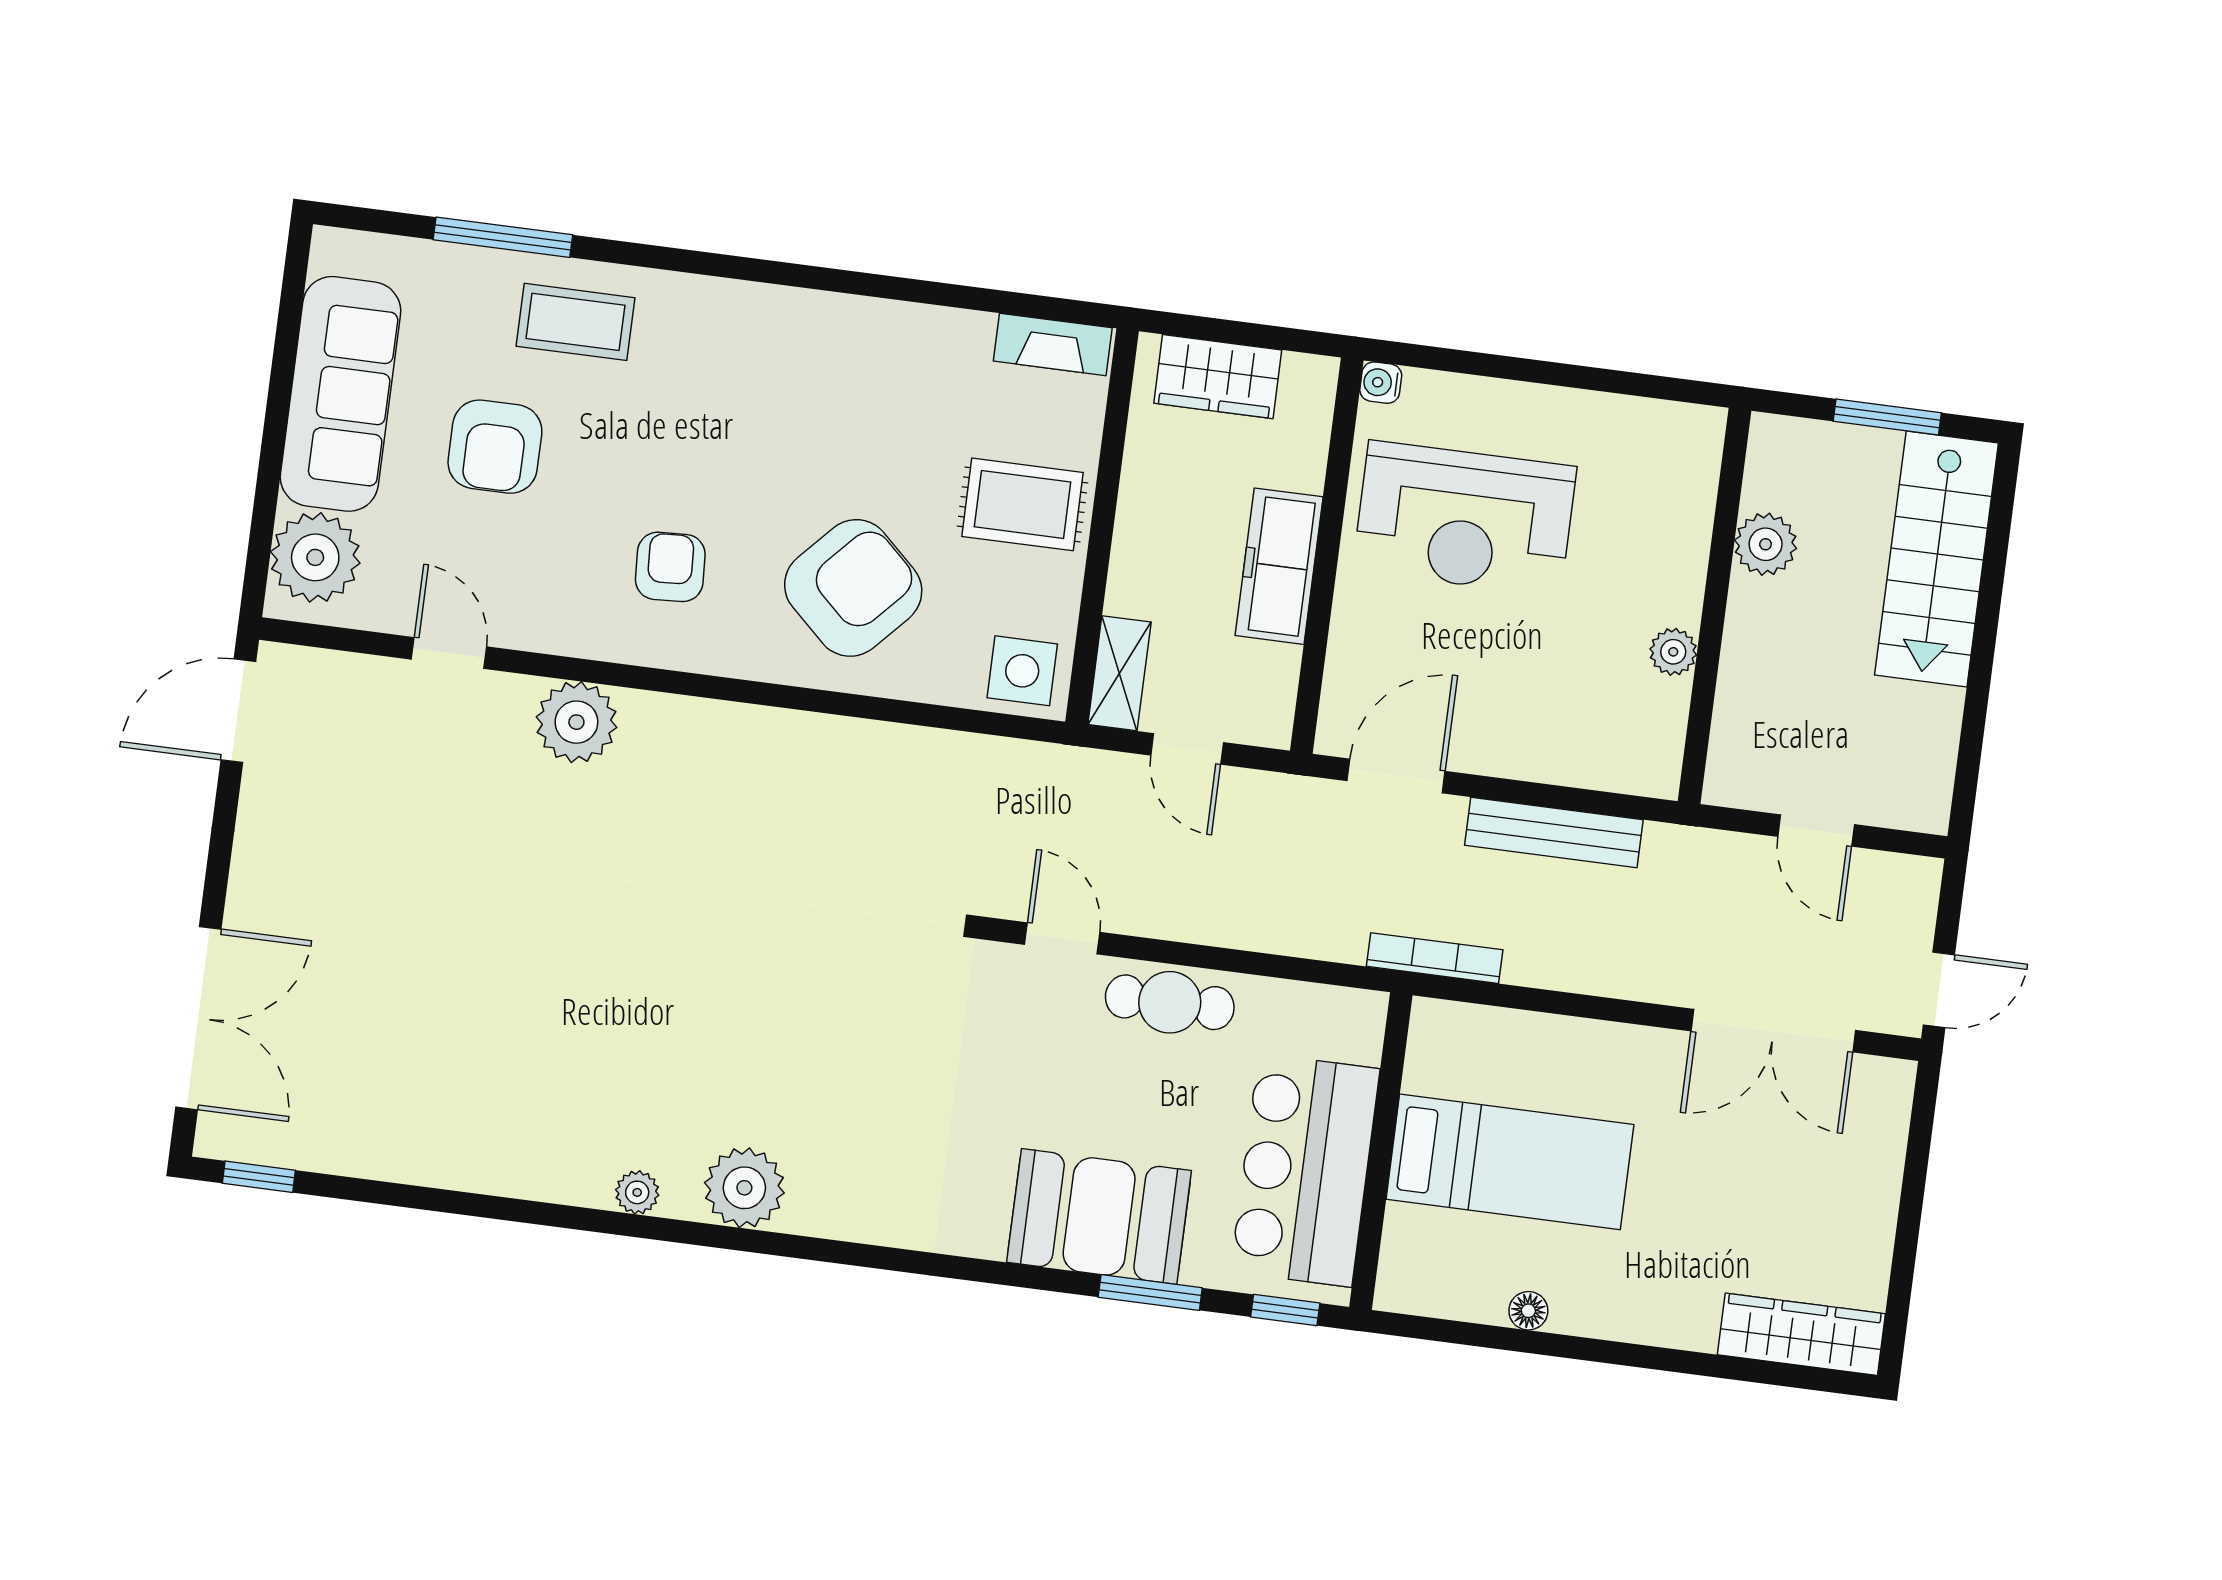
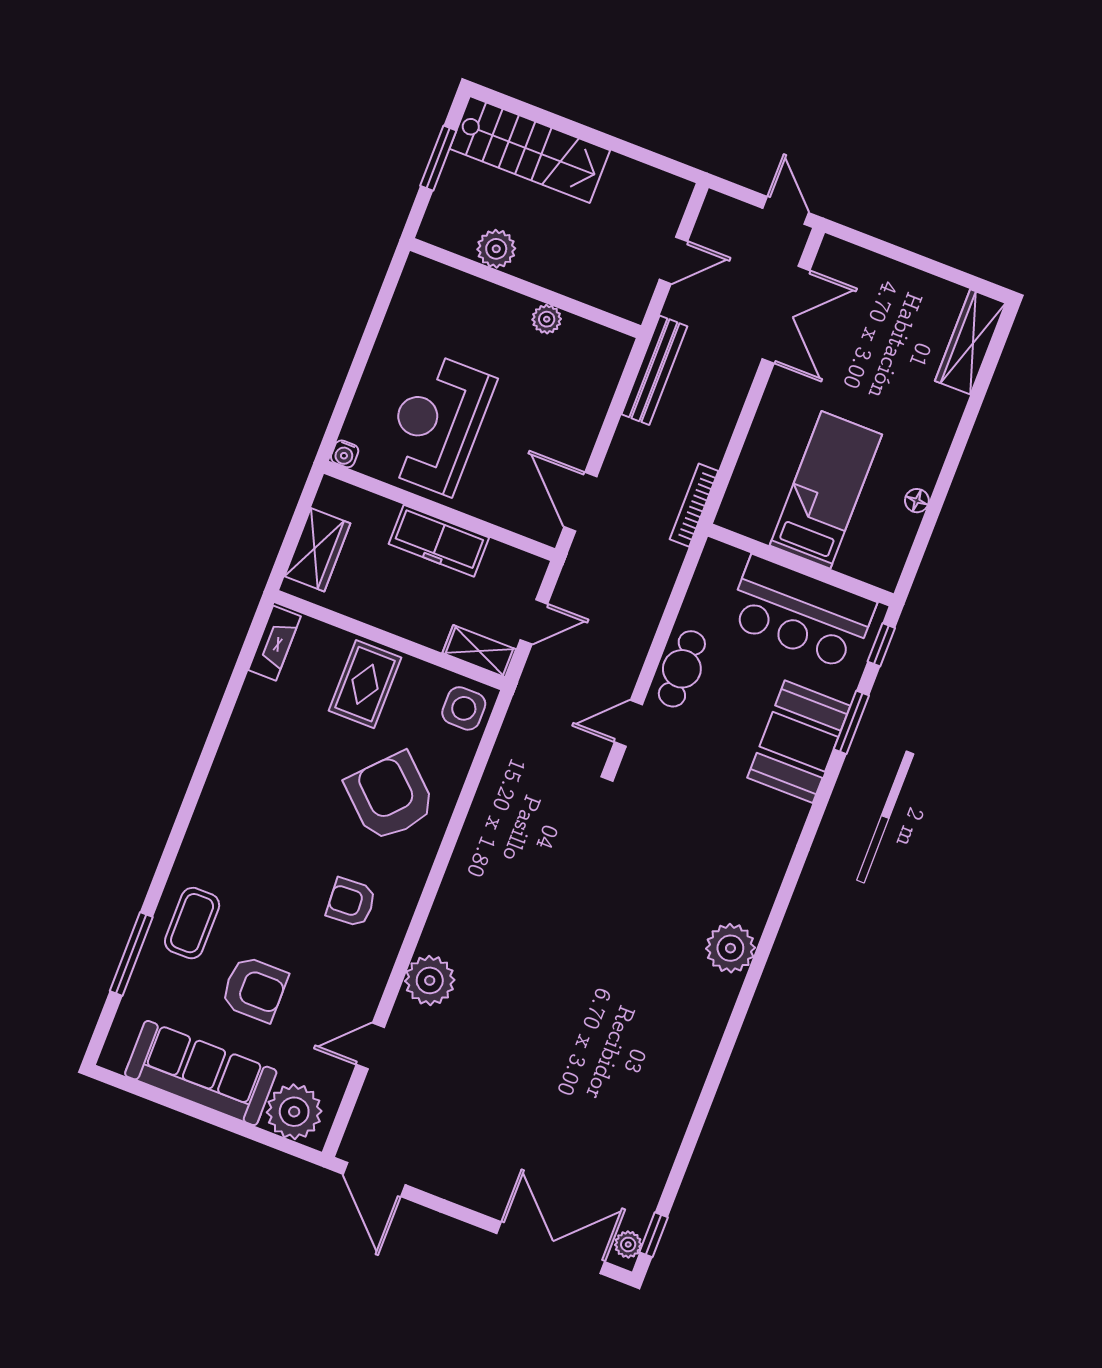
reception desk: (1465, 518) -> (437, 424), turned 180
bench: (1554, 832) -> (654, 370), moved
plant: (637, 1192) -> (628, 1244), moved

